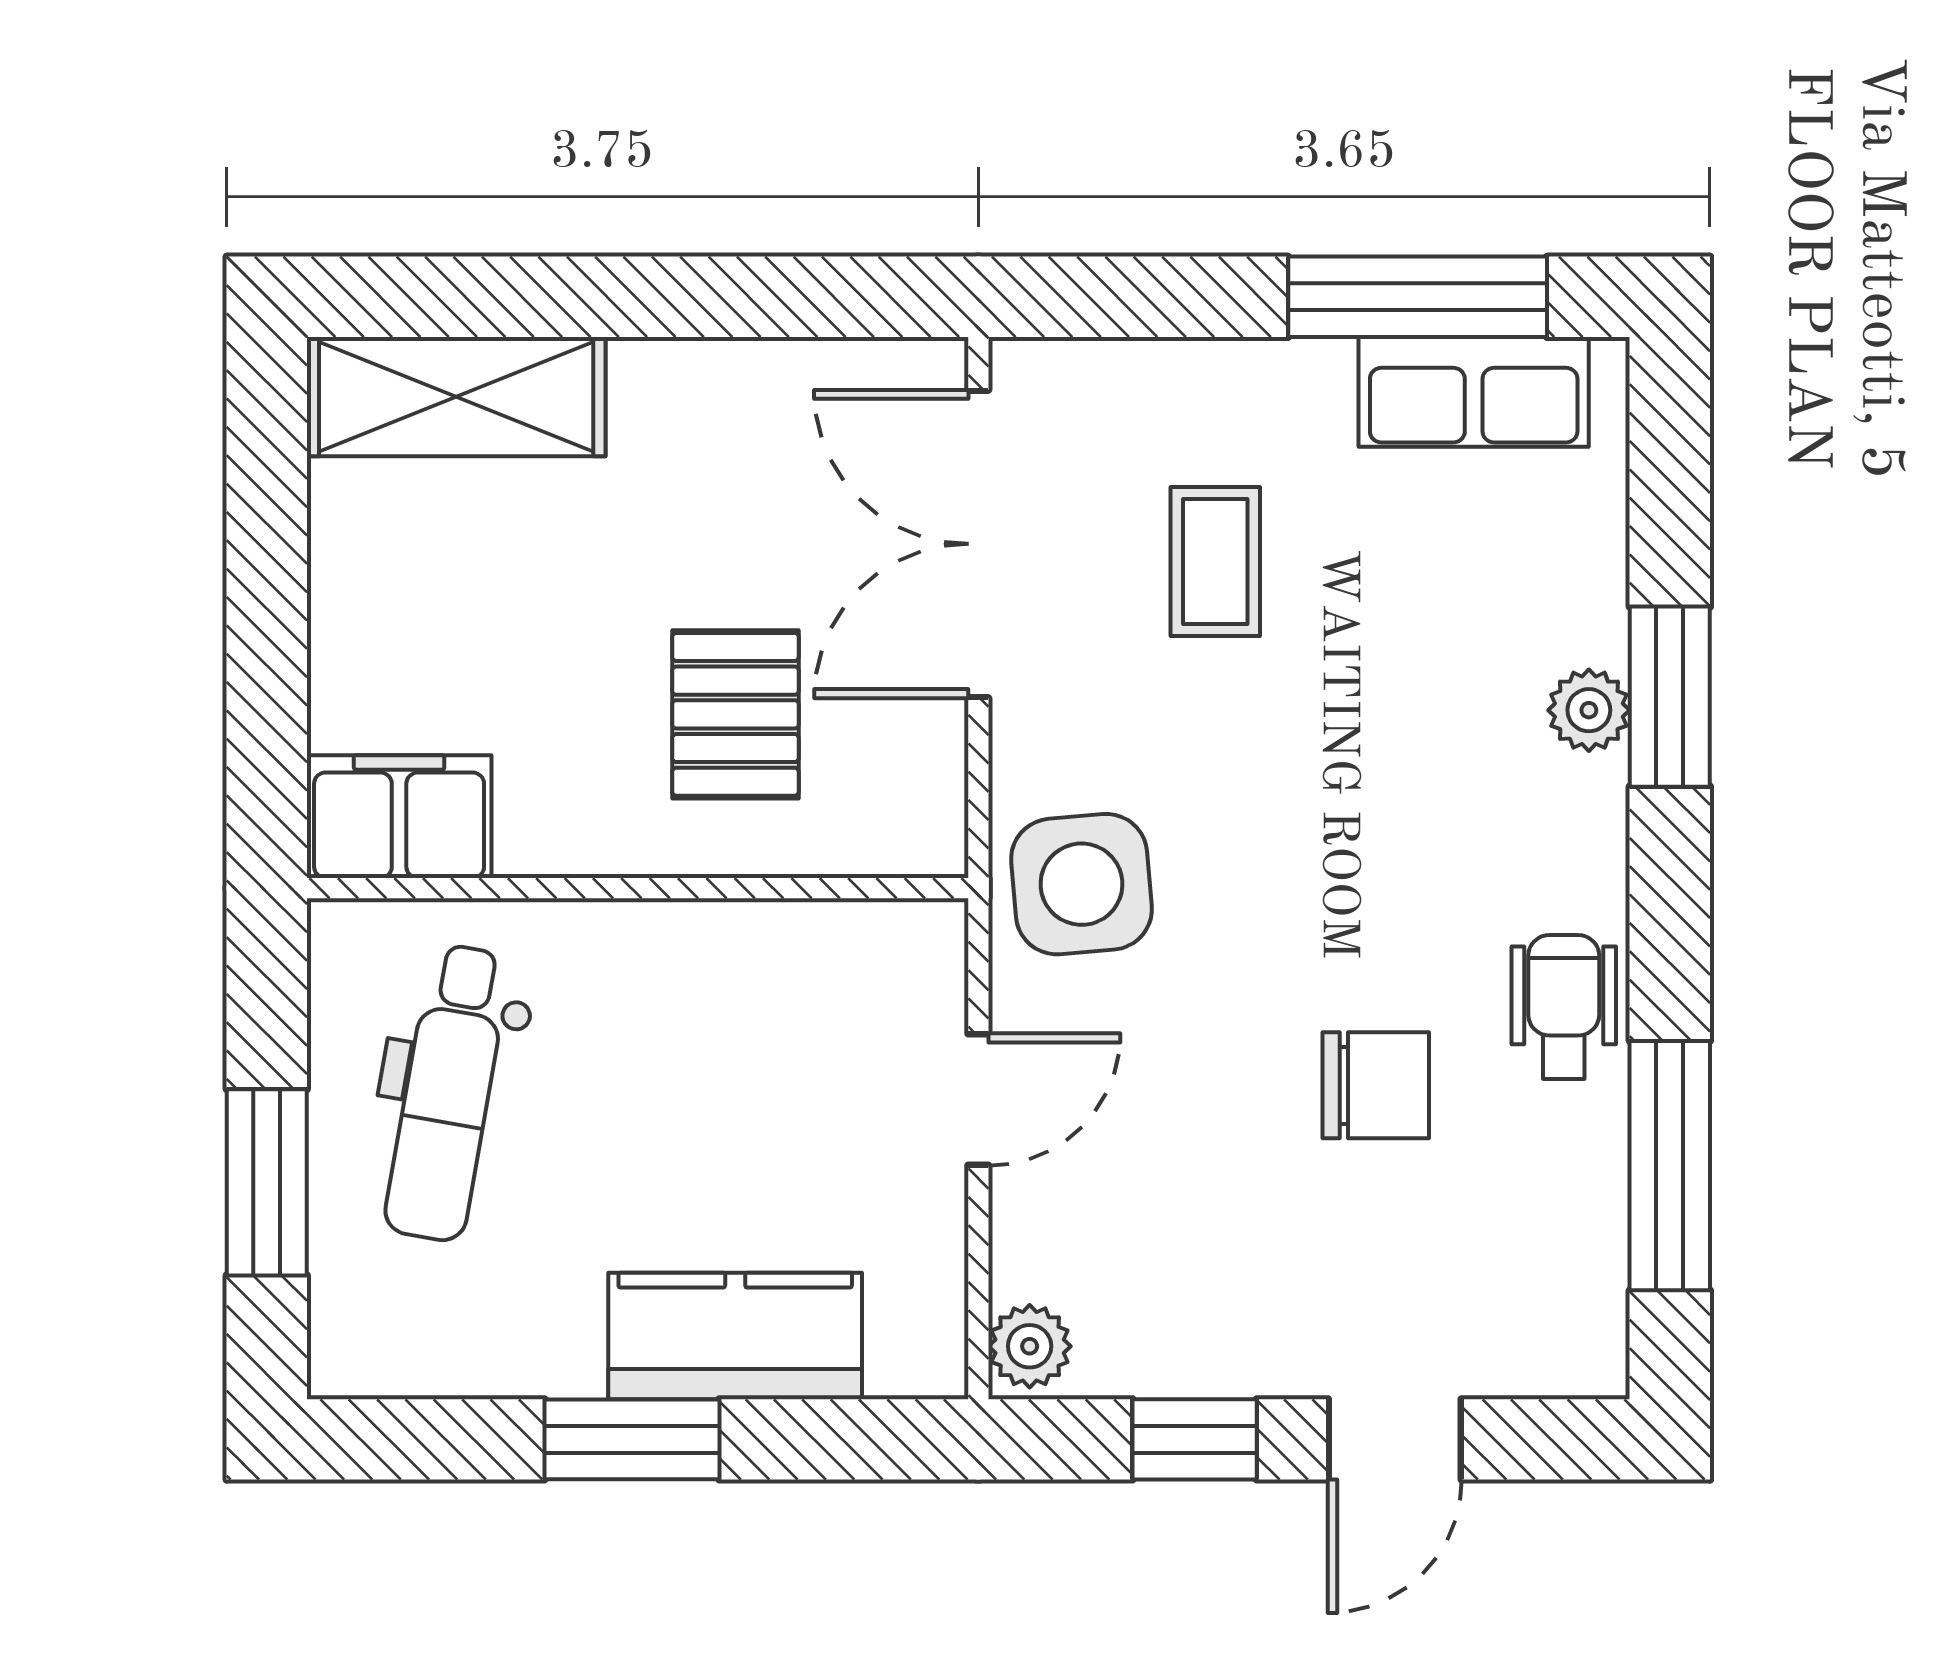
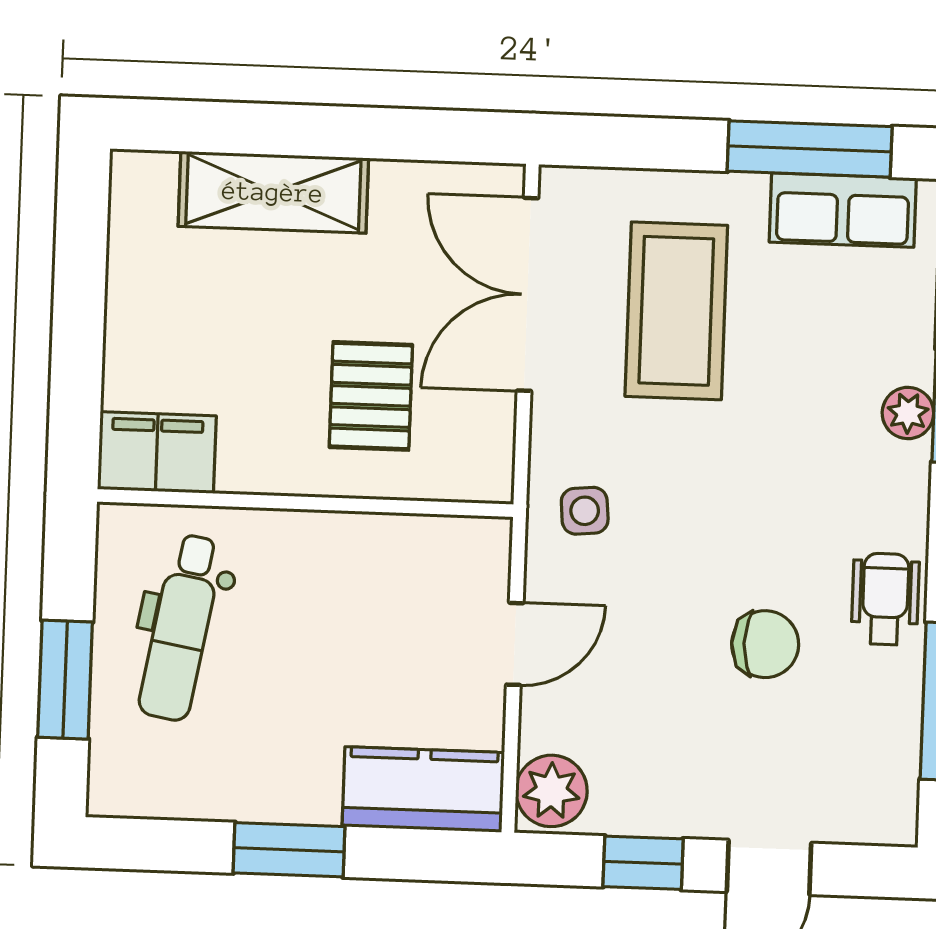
shelving: (456, 397) -> (273, 192), moved
coffee table: (1215, 562) -> (676, 311), width x1.86, depth x1.72
side table: (1081, 884) -> (585, 511), width x0.54, depth x0.54
kitchen counter: (735, 1336) -> (423, 789), moved
plant: (1030, 1346) -> (551, 791), width x1.38, depth x1.38

